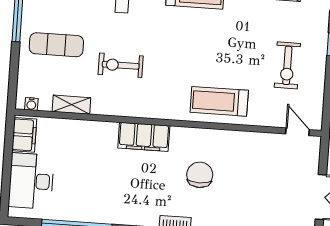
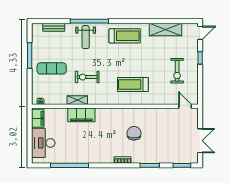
treadmill: (219, 101) -> (133, 84), moved
shelving: (71, 105) -> (77, 100), moved
filing cabinet: (144, 137) -> (81, 115), moved

